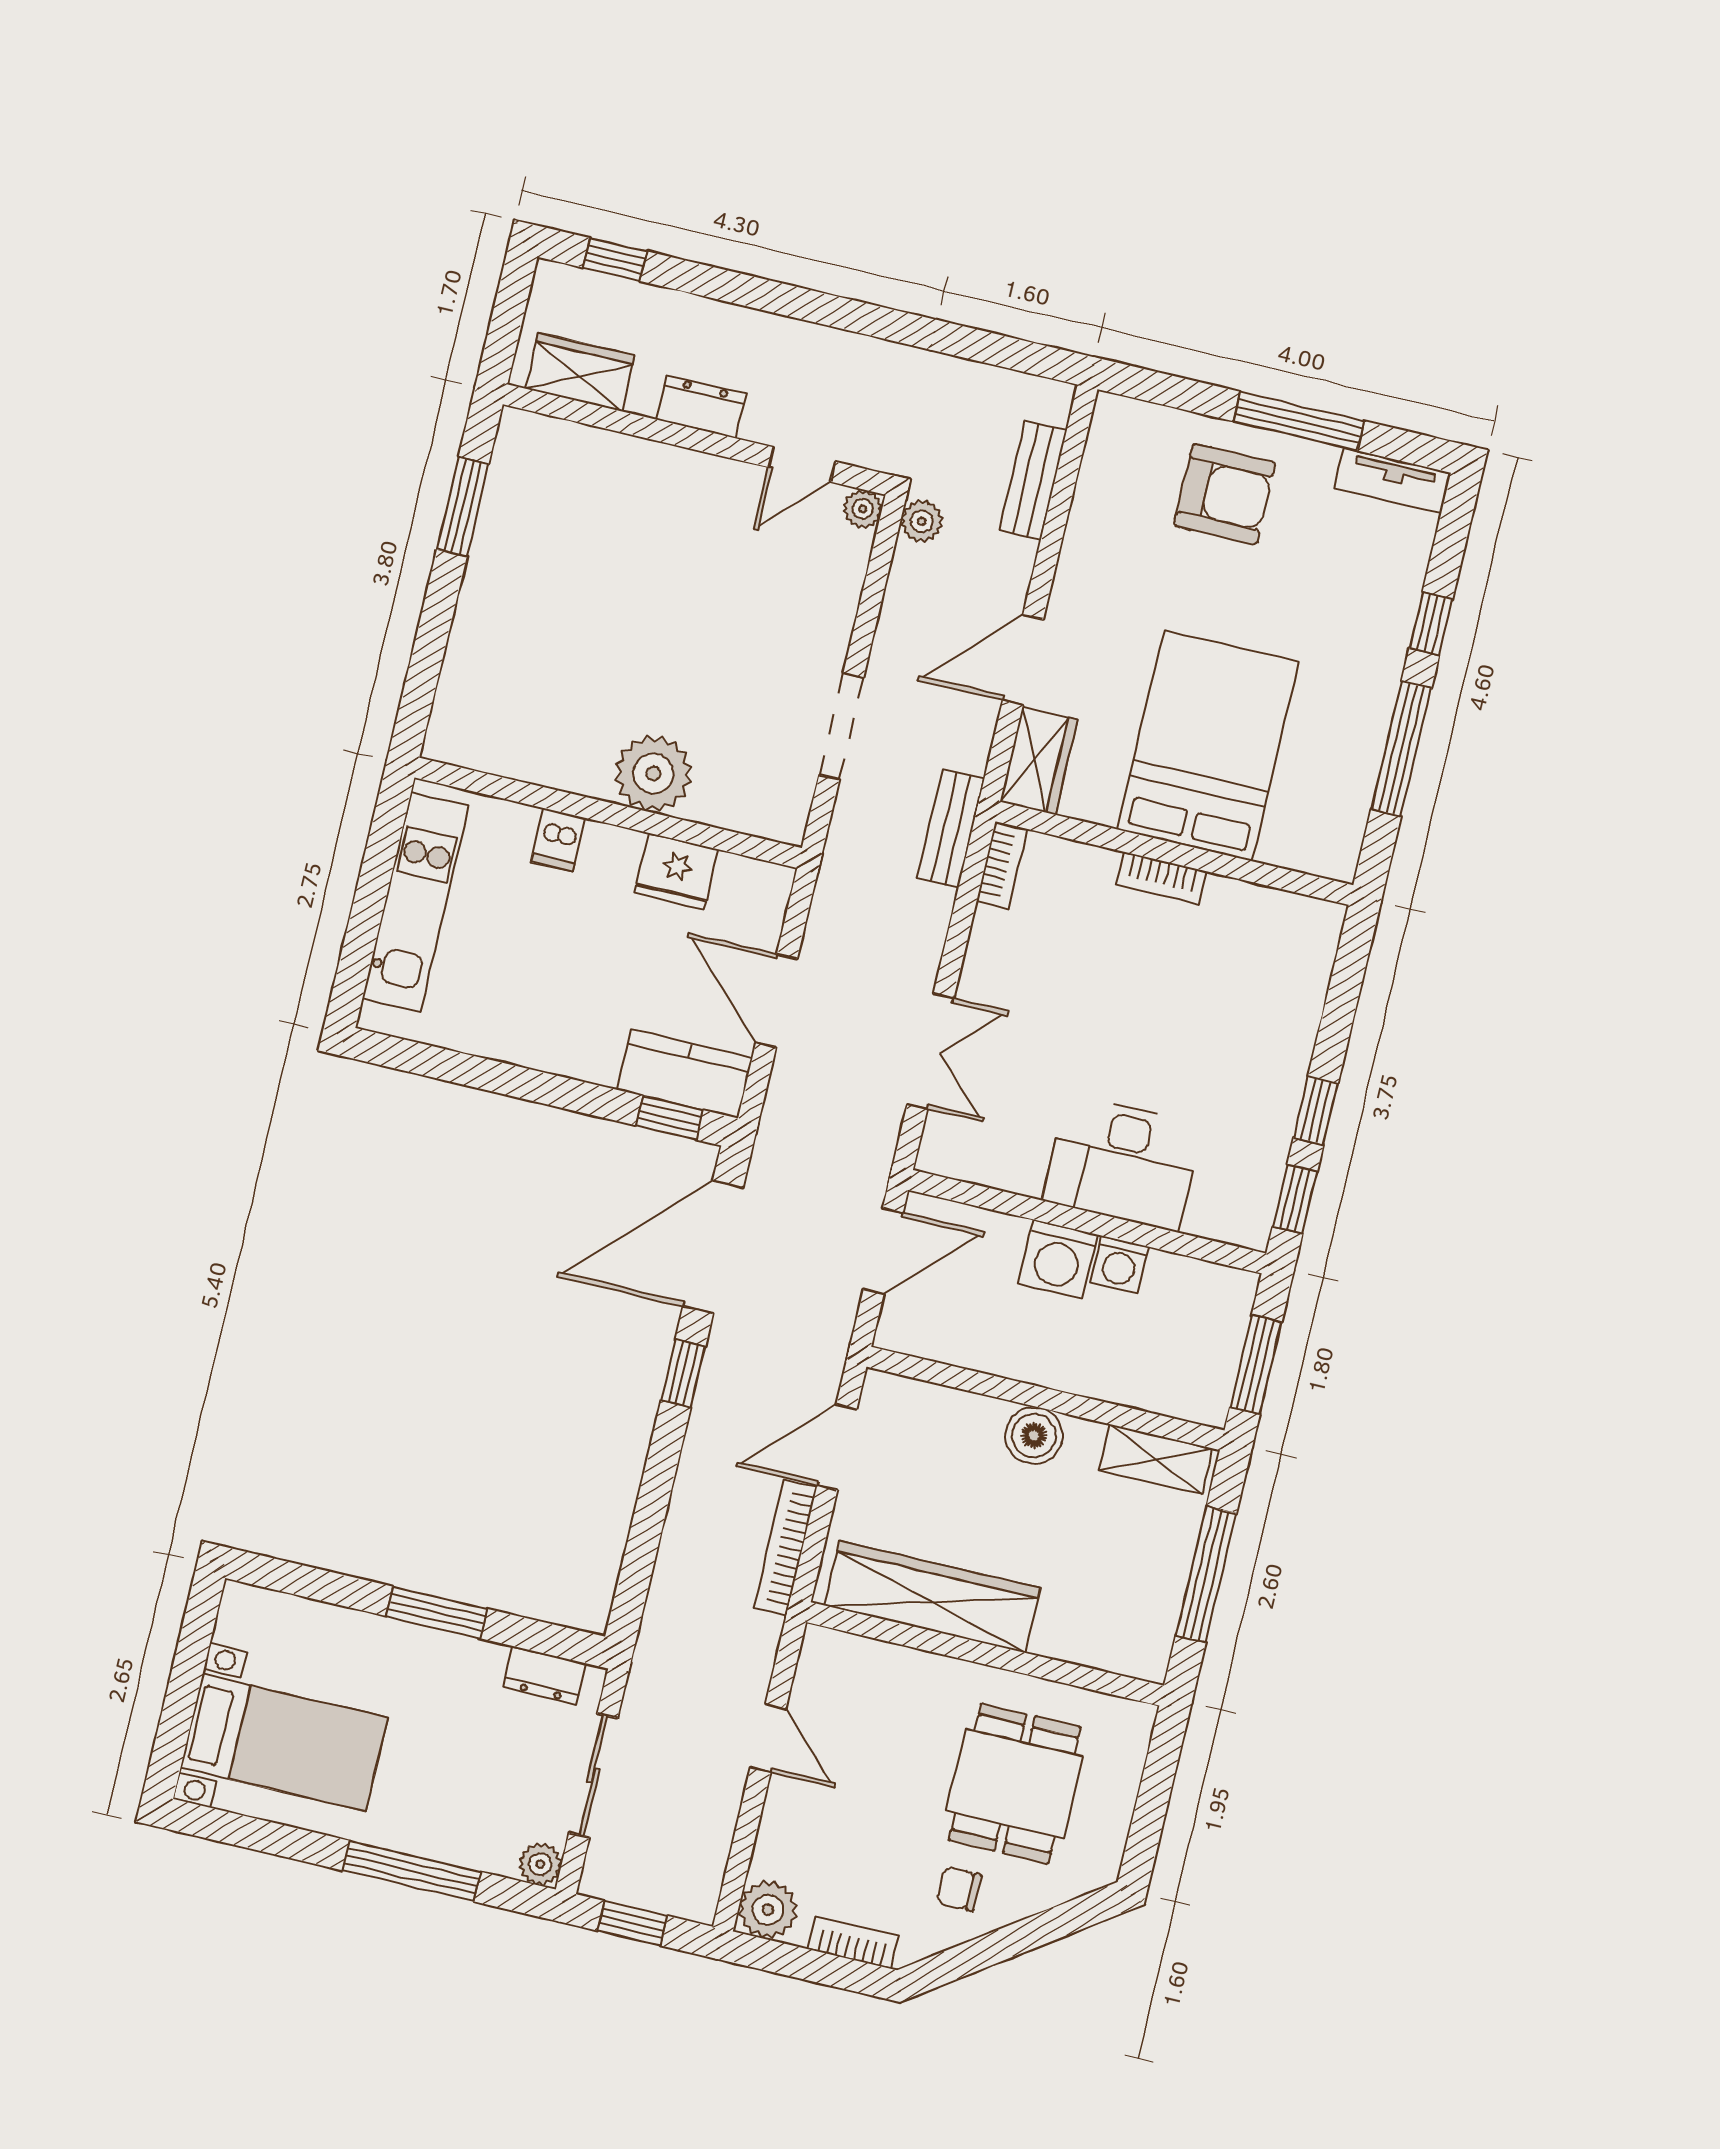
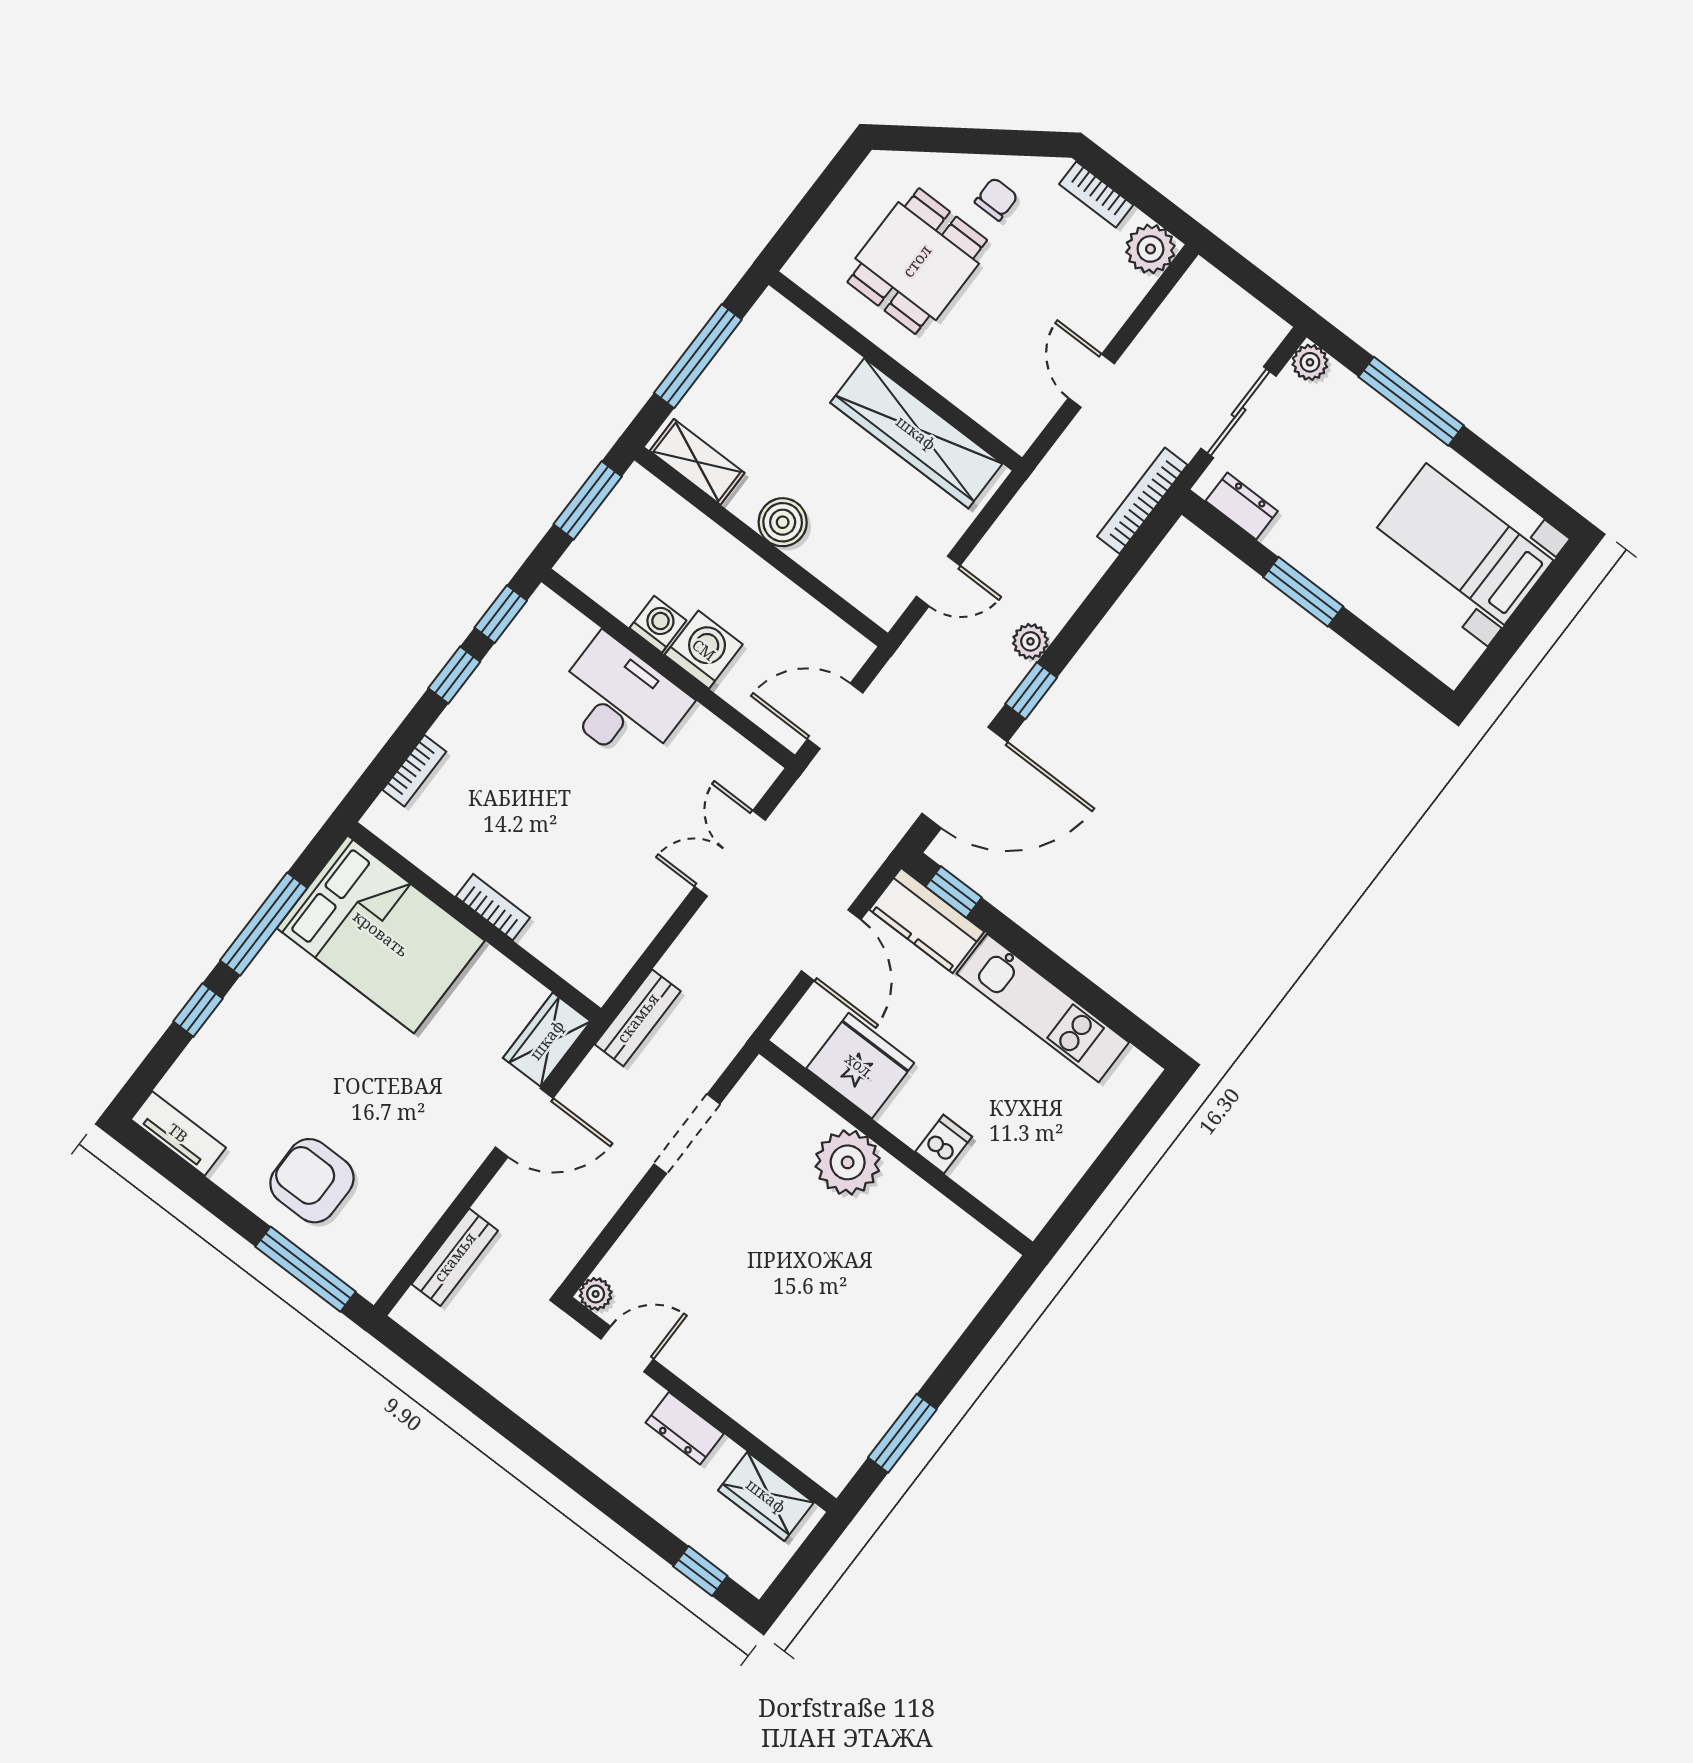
window: (1299, 421) -> (305, 1269), moved
plant: (922, 521) -> (1030, 641), moved
bed: (1208, 745) -> (381, 934), moved, turned -90
bookcase: (1002, 865) -> (414, 771), moved, turned 180
fridge: (676, 871) -> (860, 1066), width x1.36, depth x1.34
kitchen unit: (416, 902) -> (1043, 1008), moved, turned -90
door: (837, 1447) -> (938, 581), width x0.73
bookcase: (785, 1548) -> (1142, 501), moved, turned 180
chair: (959, 1889) -> (996, 199), turned -90
window: (633, 1923) -> (1259, 285), removed

